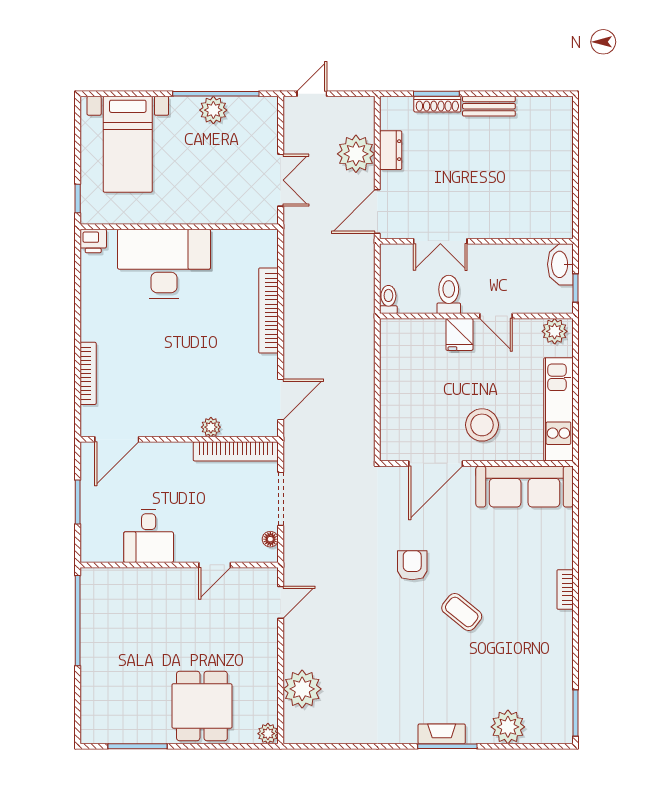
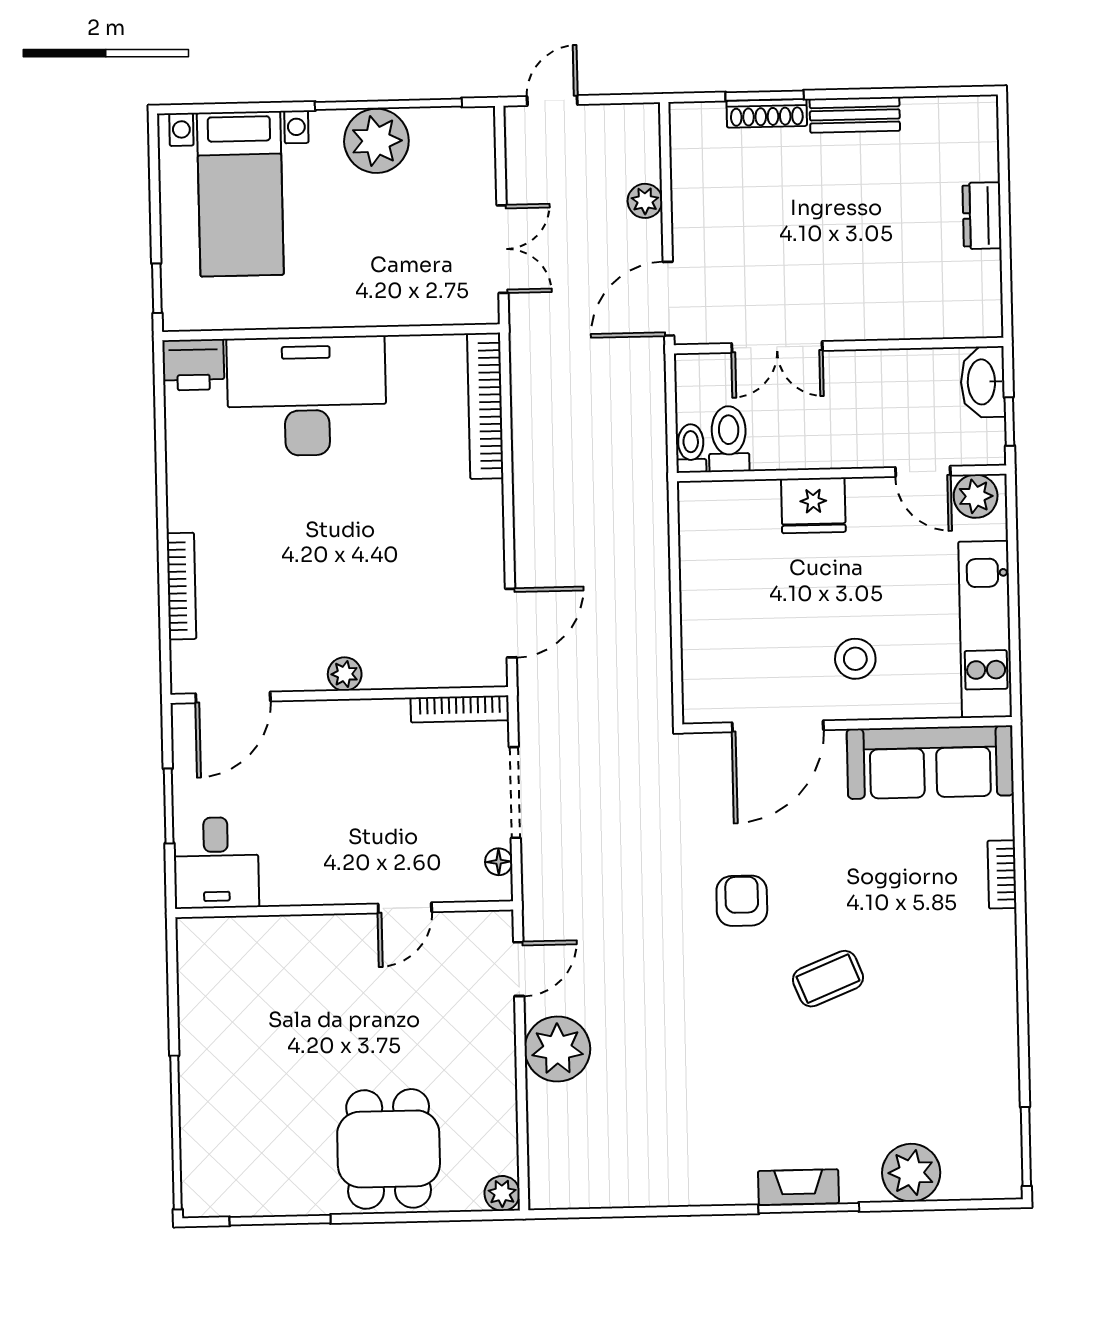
plant: (213, 110) -> (376, 141), width x1.36, depth x1.36
dresser: (391, 150) -> (982, 216), moved, turned 180
plant: (356, 154) -> (645, 201), width x0.53, depth x0.53
printer: (93, 241) -> (193, 365), width x1.36, depth x1.24
toilet: (449, 294) -> (729, 439), moved
bookcase: (269, 311) -> (485, 406), moved
door: (496, 316) -> (923, 471), moved
fridge: (459, 334) -> (813, 505), width x1.38
stool: (482, 425) -> (855, 659), width x0.73, depth x0.73
plant: (211, 427) -> (345, 674), moved
bookcase: (236, 451) -> (460, 709), width x0.68, depth x0.76
desk: (149, 536) -> (216, 863), moved
bookcase: (565, 590) -> (1002, 874), moved
coffee table: (462, 612) -> (828, 979), turned -61
window: (78, 621) -> (176, 1133), moved
plant: (302, 689) -> (557, 1049), moved

